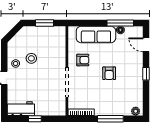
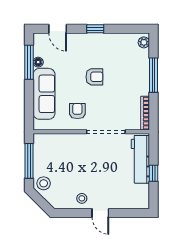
window: (44, 23) -> (29, 161), width x1.44
door: (146, 45) -> (58, 29), hinge flipped
stool: (31, 58) -> (44, 183), moved
workbench: (21, 109) -> (140, 159), moved, width x1.37

